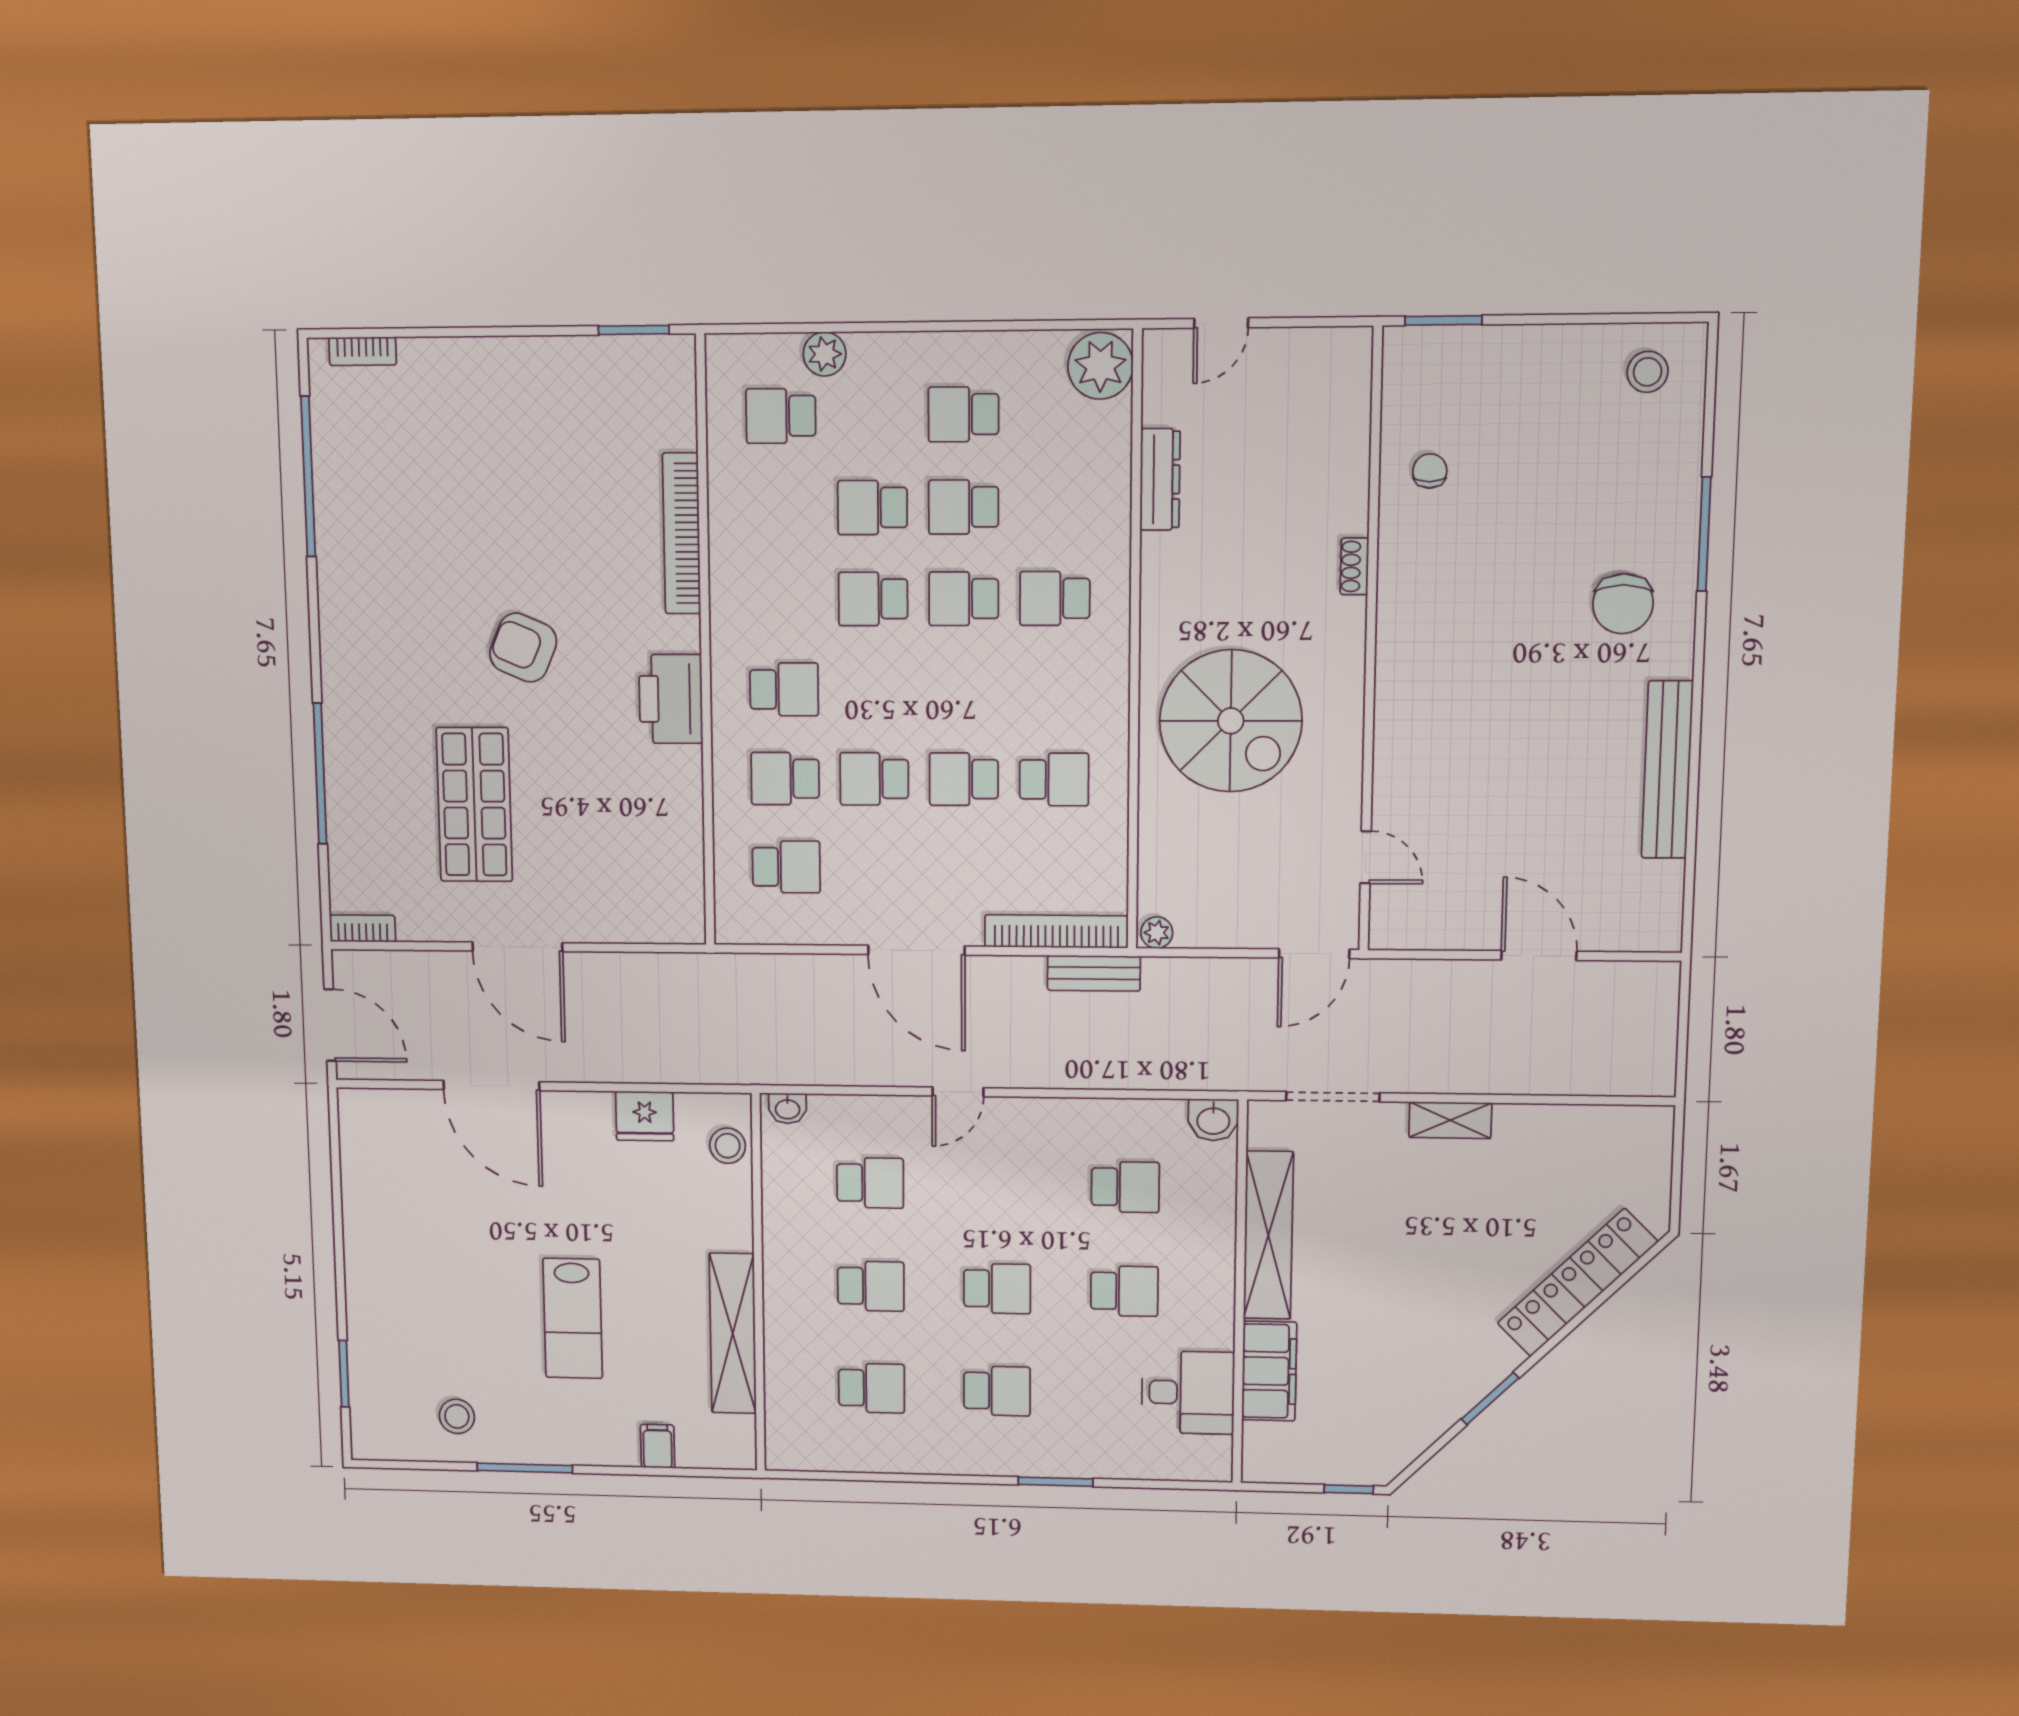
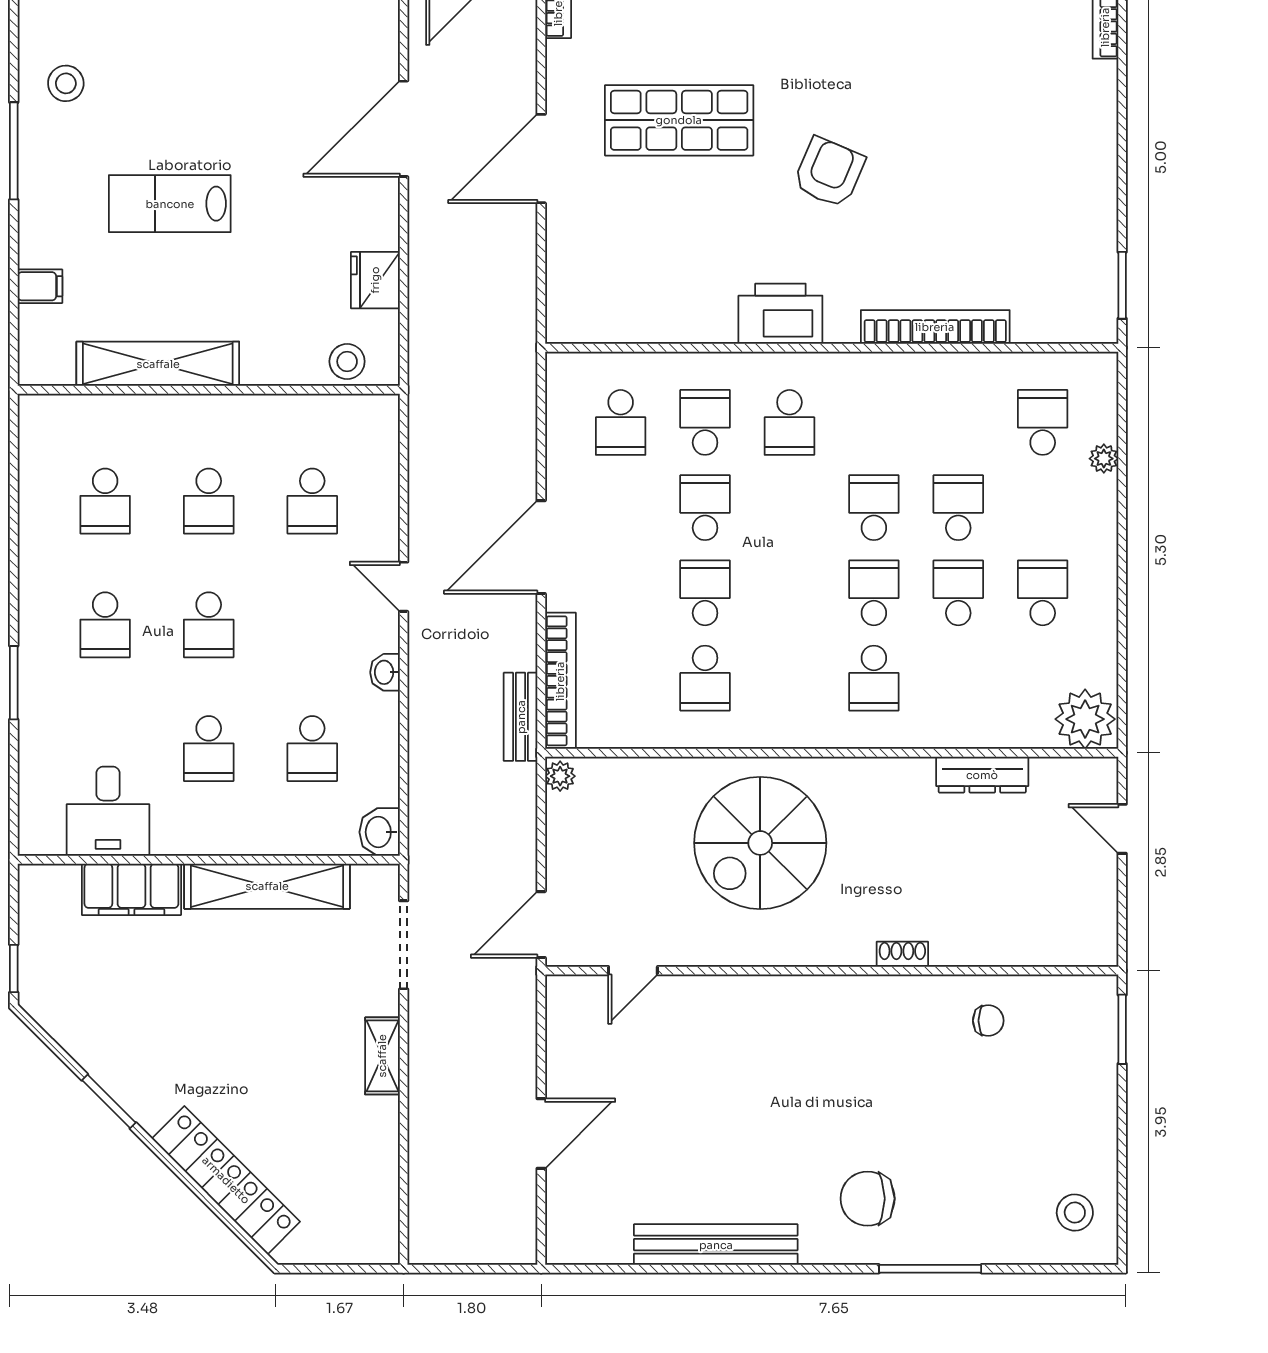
plant: (825, 354) -> (1104, 459), width x0.73, depth x0.73
school desk: (1055, 598) -> (874, 678), turned 180
door: (1314, 954) -> (541, 925), hinge flipped
washbasin: (788, 1108) -> (385, 672), moved

